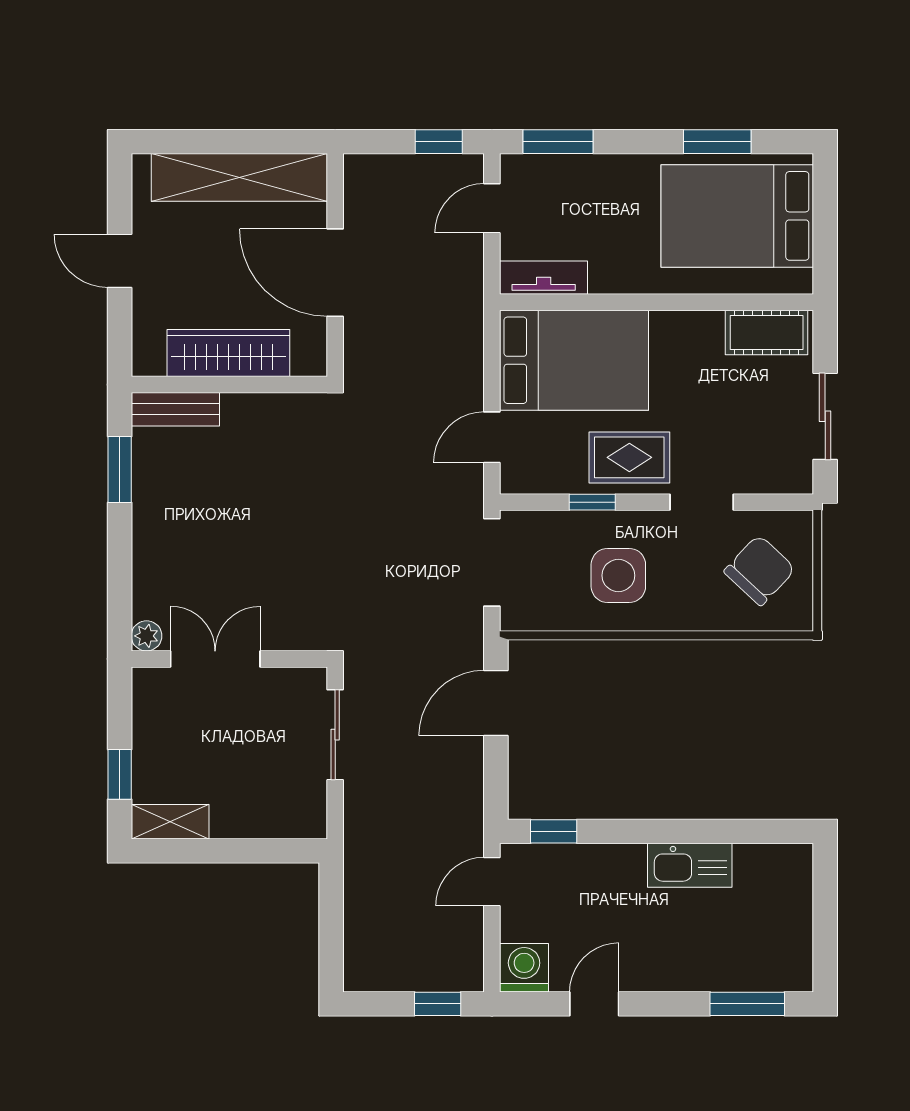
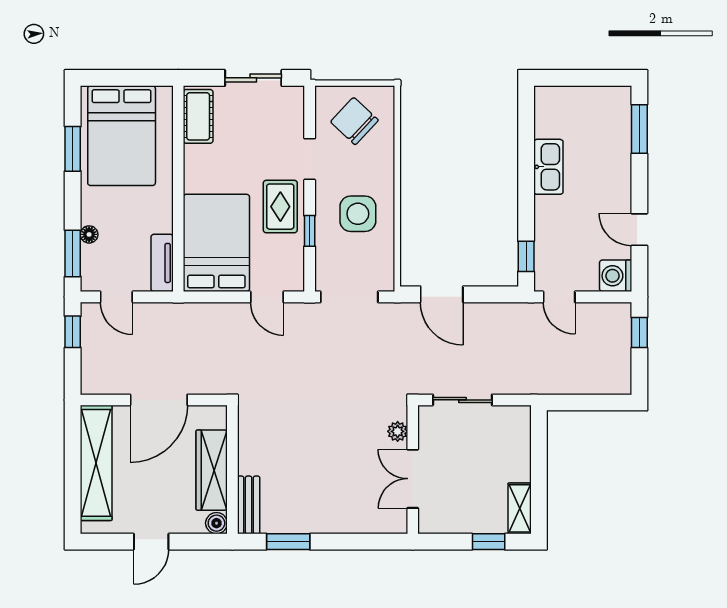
floor lamp: (587, 167) -> (89, 234), added
boiler: (148, 360) -> (216, 523), added
plant: (147, 636) -> (398, 431), moved

